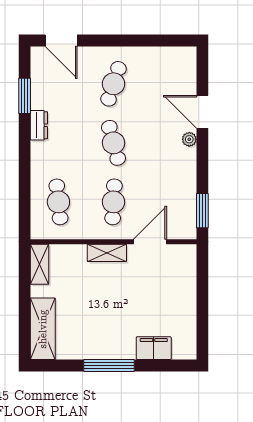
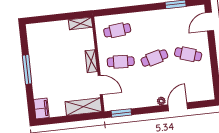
dresser: (39, 125) -> (160, 14), removed
shelving: (43, 329) -> (83, 107), moved
filing cabinet: (154, 348) -> (41, 108), moved

